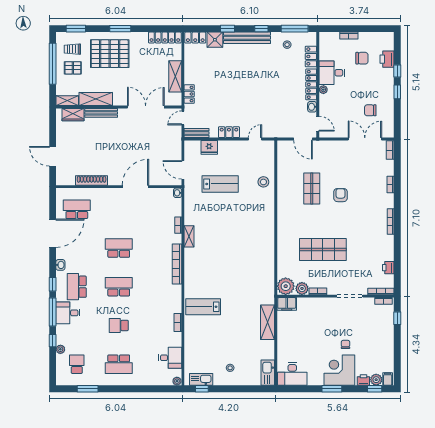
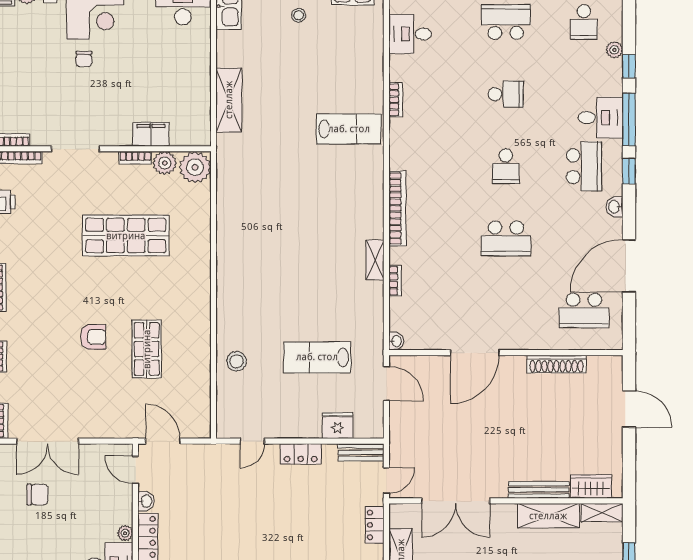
armchair: (341, 195) -> (93, 337), turned -90
school desk: (119, 287) -> (506, 166), width x0.54
filing cabinet: (287, 304) -> (151, 134), moved

